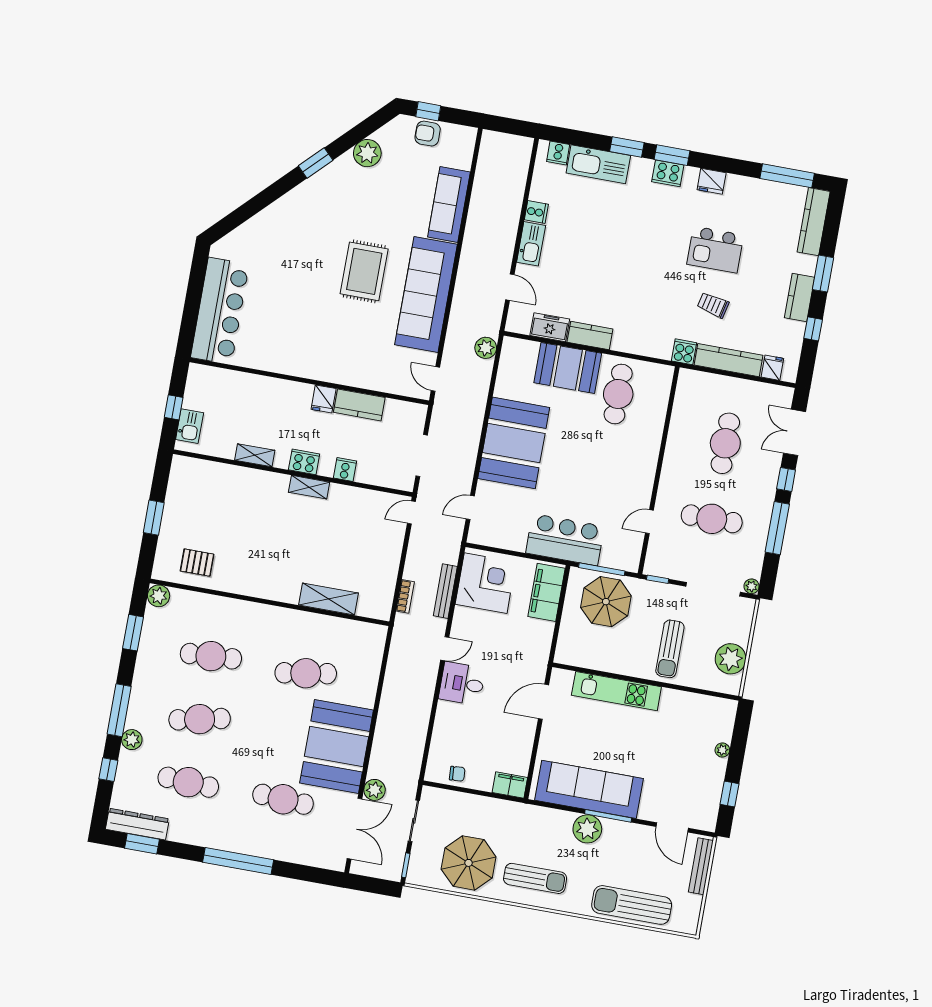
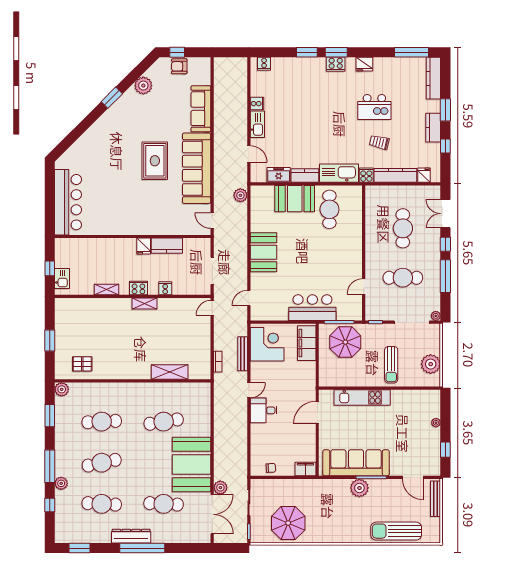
kitchen sink: (598, 164) -> (339, 173), moved, turned 180
booth: (514, 443) -> (263, 252), width x0.73, depth x0.70
dresser: (137, 824) -> (131, 536), moved
sun lounger: (535, 878) -> (332, 525), removed

